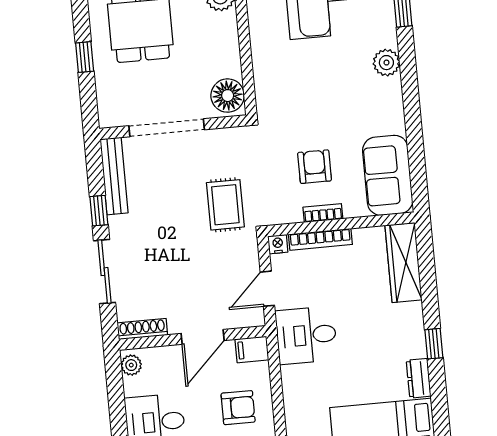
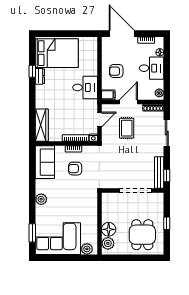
plant: (386, 63) -> (41, 199), moved
floor lamp: (228, 96) -> (109, 229), moved
armchair: (315, 167) -> (75, 169), turned 90
rug: (225, 205) -> (127, 128), moved
window: (99, 211) -> (167, 176), moved
desk: (306, 335) -> (85, 87), moved
window: (434, 344) -> (32, 71), moved

